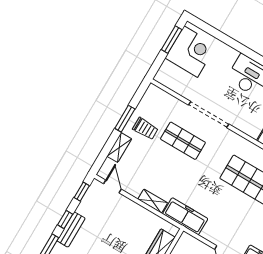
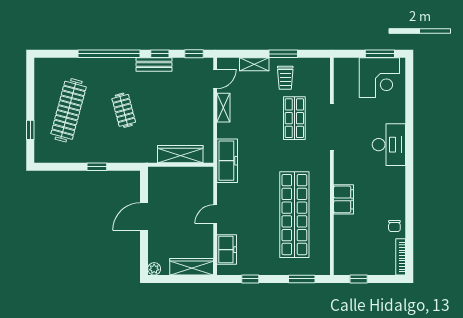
shelving: (153, 201) -> (223, 108), moved

